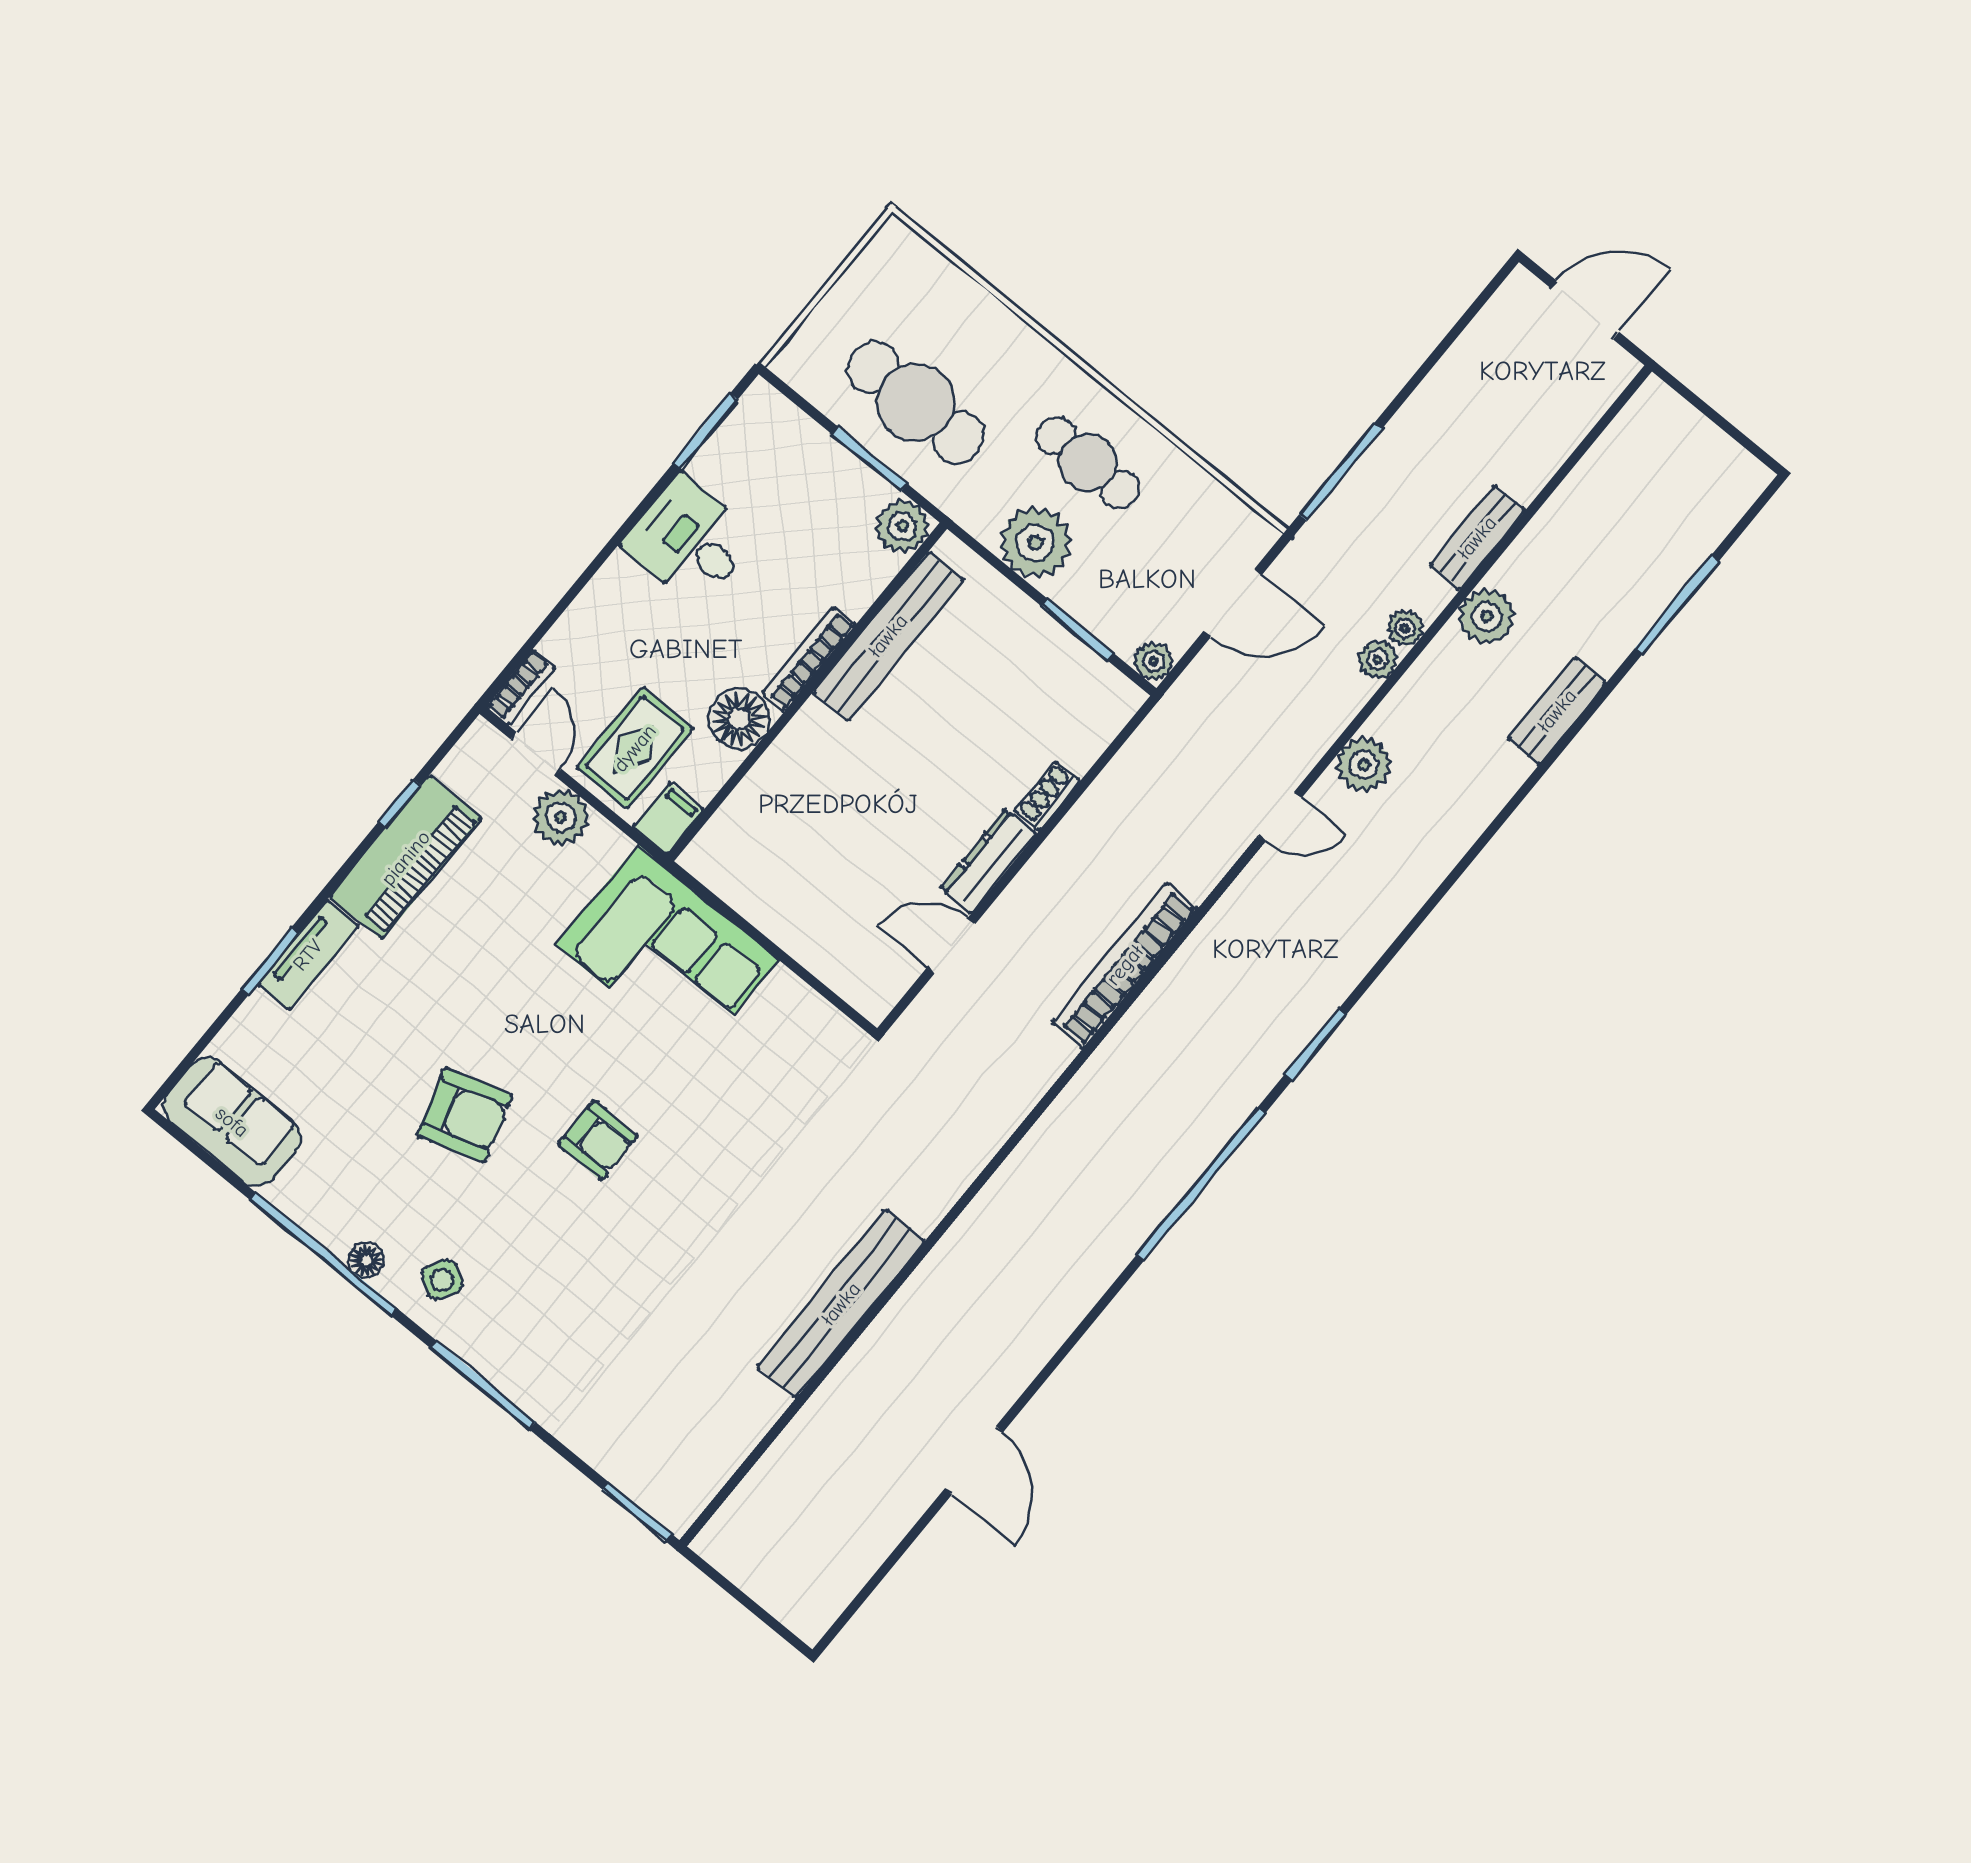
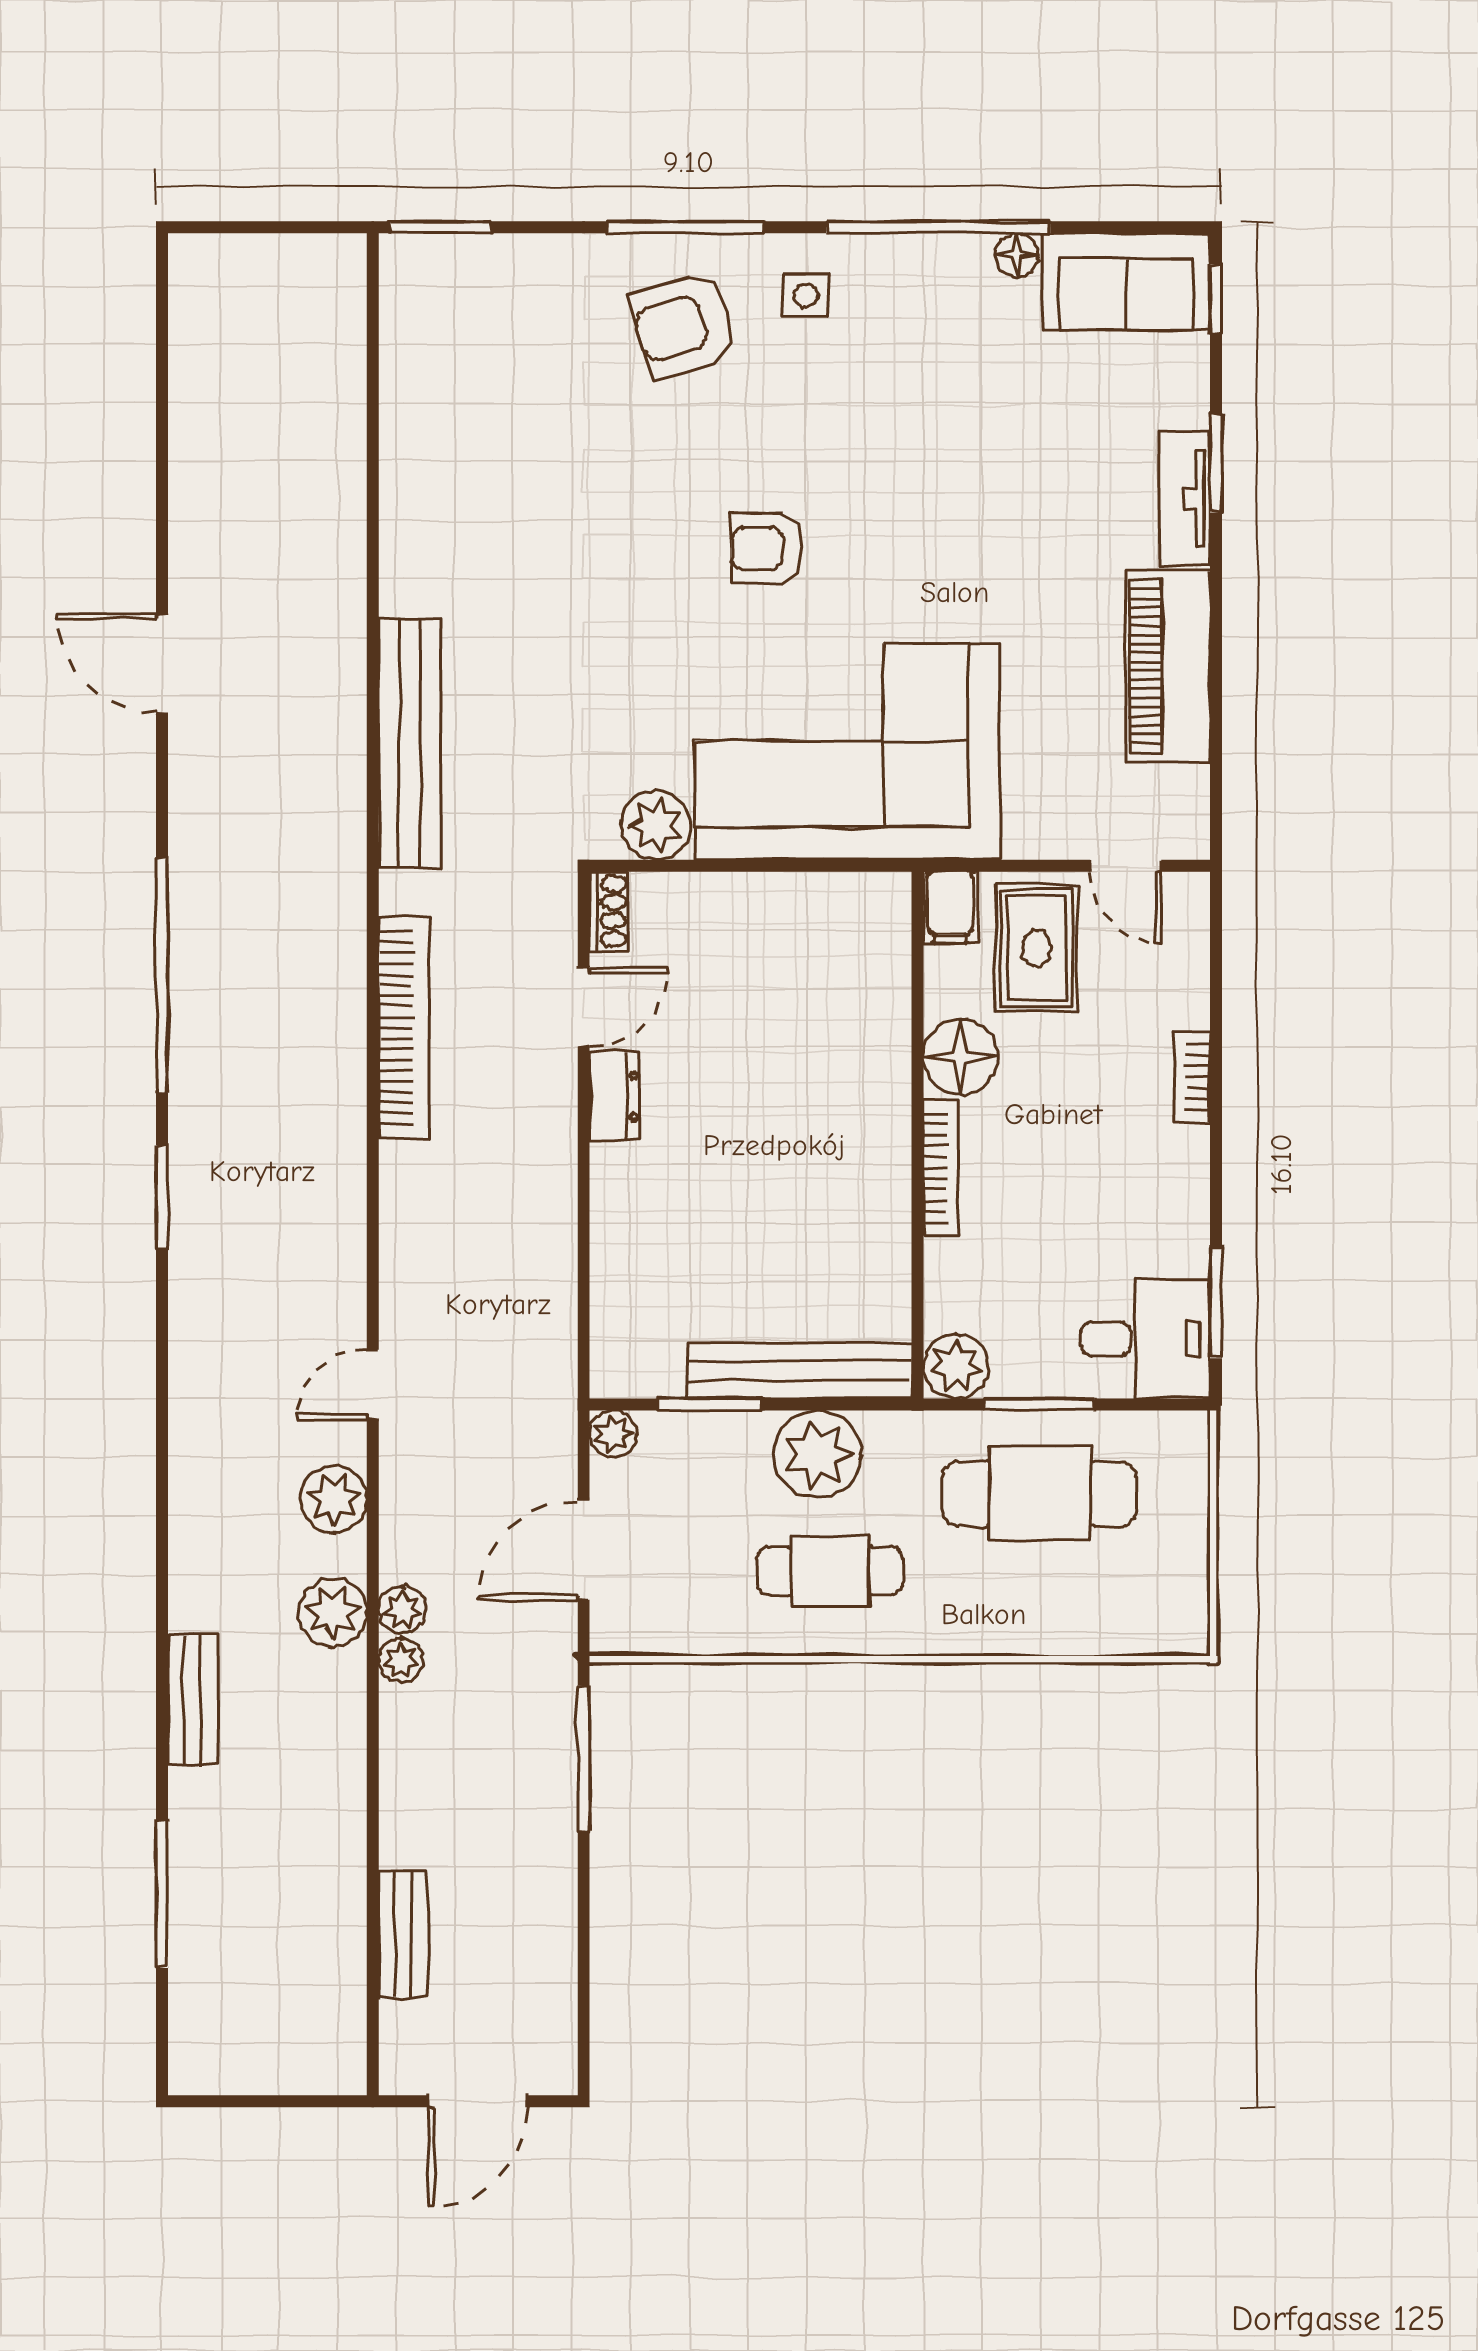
bench: (1477, 538) -> (403, 1934), moved
desk: (690, 541) -> (1146, 1339), moved
plant: (1487, 616) -> (333, 1613), moved
bench: (888, 636) -> (800, 1371), moved, turned 90
bookcase: (521, 687) -> (1192, 1077), moved
shoe rack: (1047, 796) -> (609, 911), moved
window: (399, 804) -> (1216, 299), moved
plant: (561, 817) -> (656, 825), moved
dresser: (988, 861) -> (614, 1096), width x0.70
corner sofa: (667, 952) -> (847, 752), width x1.36, depth x1.36
bookcase: (1125, 965) -> (404, 1027), moved
armchair: (465, 1115) -> (684, 325), moved
floor lamp: (366, 1260) -> (1017, 255), moved
side table: (442, 1280) -> (806, 295), turned -30
bench: (841, 1304) -> (410, 743), moved
door: (974, 1460) -> (162, 663), moved

